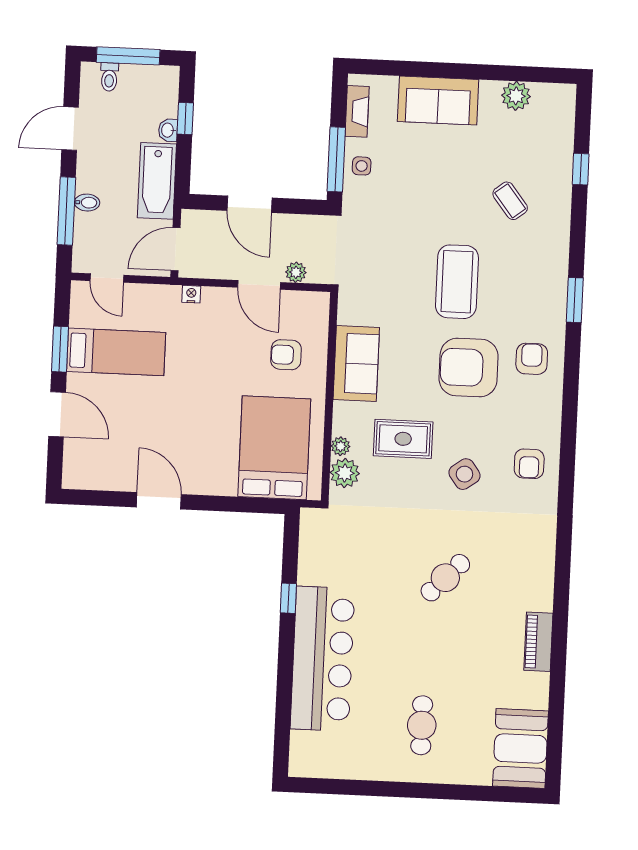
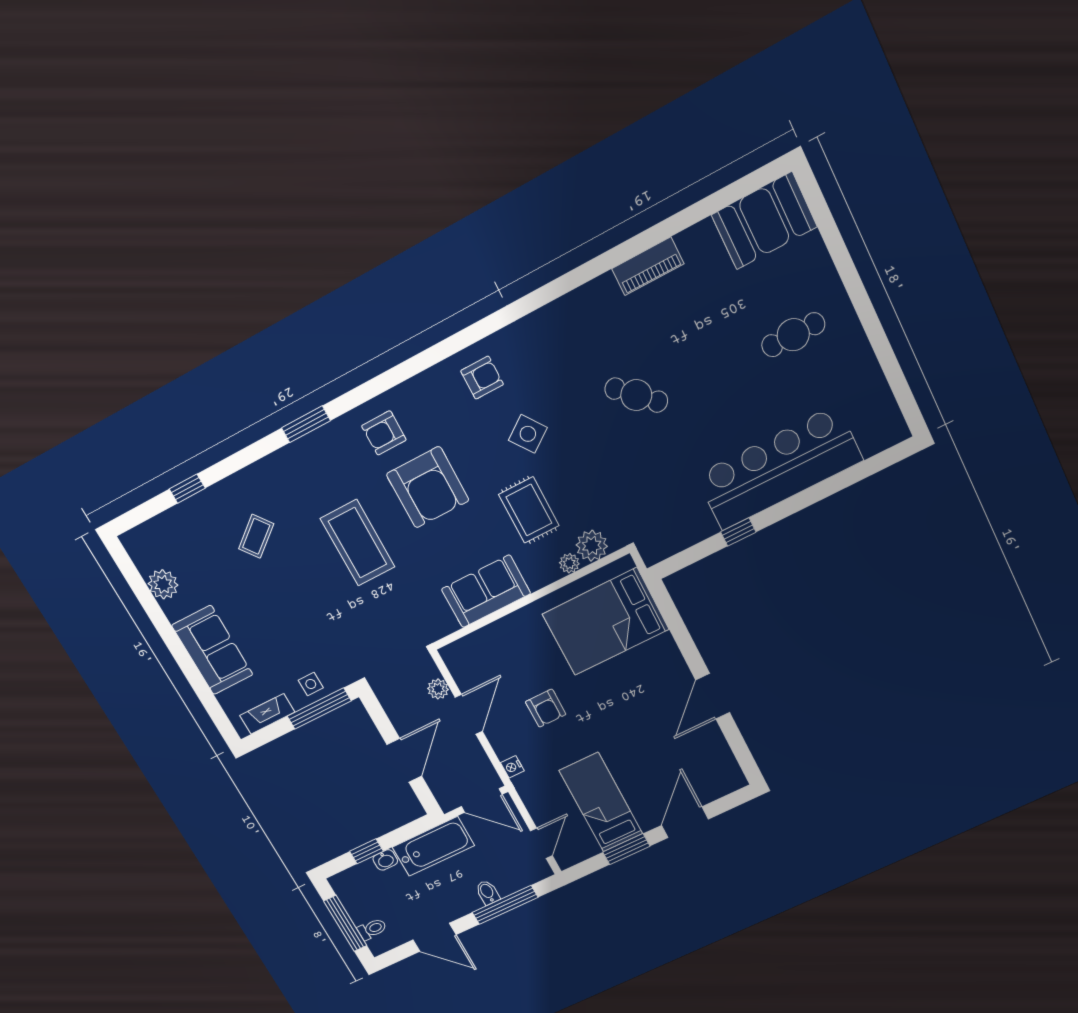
coffee table: (457, 282) -> (357, 543), turned 90
armchair: (286, 355) -> (546, 708), moved

